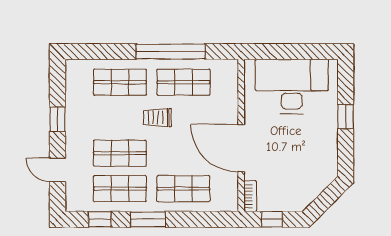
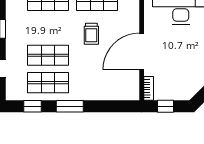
trolley: (157, 118) -> (91, 34), moved, turned -90
door: (241, 148) -> (142, 51), hinge flipped
shop shelf: (183, 189) -> (97, 83), removed

